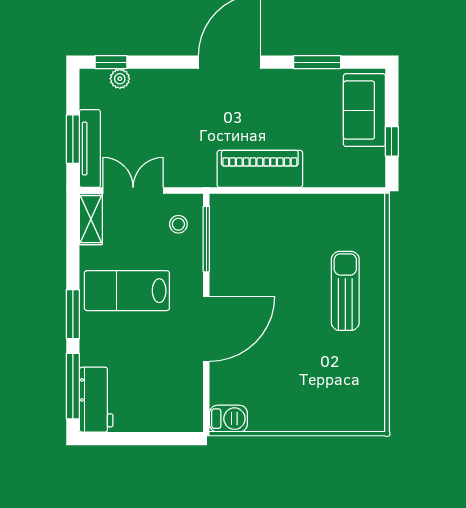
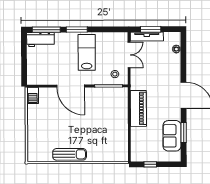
window: (111, 62) -> (183, 45), removed
sofa: (364, 110) -> (172, 136), moved, turned -90
shelving: (91, 219) -> (117, 37), removed
sun lounger: (345, 291) -> (70, 154), moved

